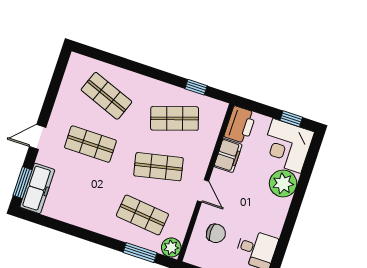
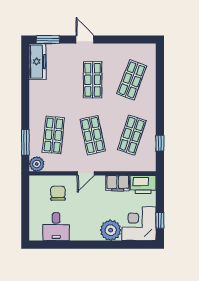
shop shelf: (175, 118) -> (132, 135), turned 36
freezer: (37, 188) -> (38, 61), moved, turned -90
chair: (216, 233) -> (58, 193), turned 180

